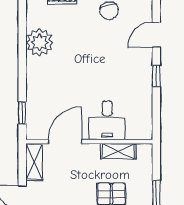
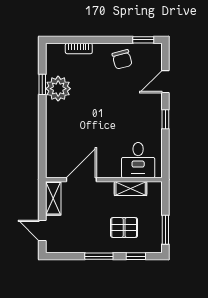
window: (22, 113) -> (42, 84), moved
desk: (107, 120) -> (138, 160), moved

